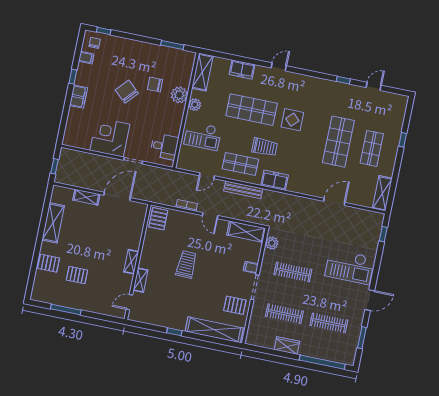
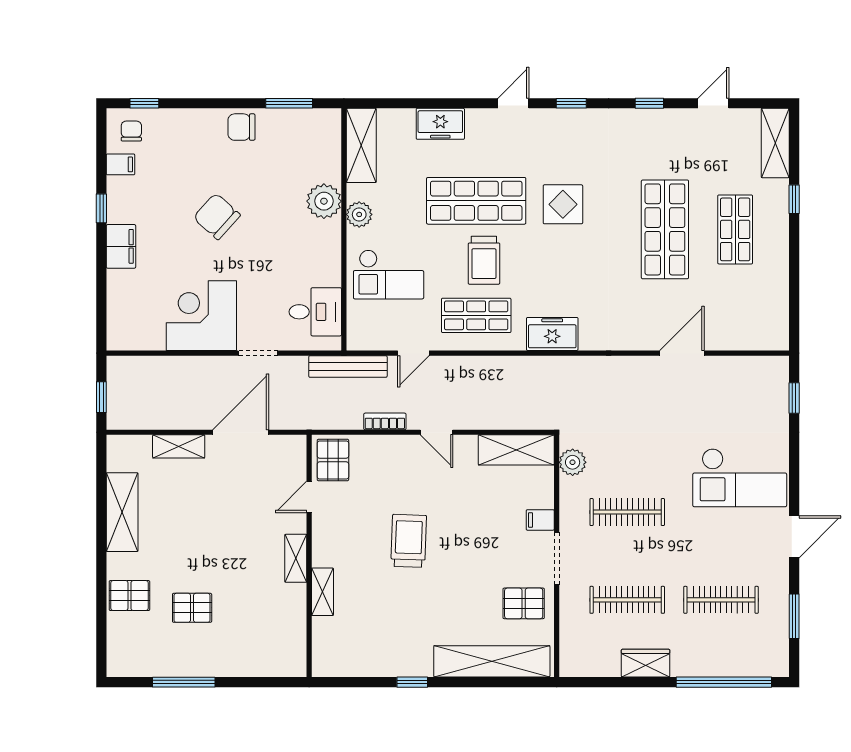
window: (306, 73) -> (571, 103), added
chair: (155, 84) -> (242, 127), moved
trolley: (265, 147) -> (484, 260), moved, turned 90
bench: (243, 190) -> (348, 367), moved
shelving: (382, 193) -> (775, 143), moved
door: (129, 302) -> (309, 497), moved

